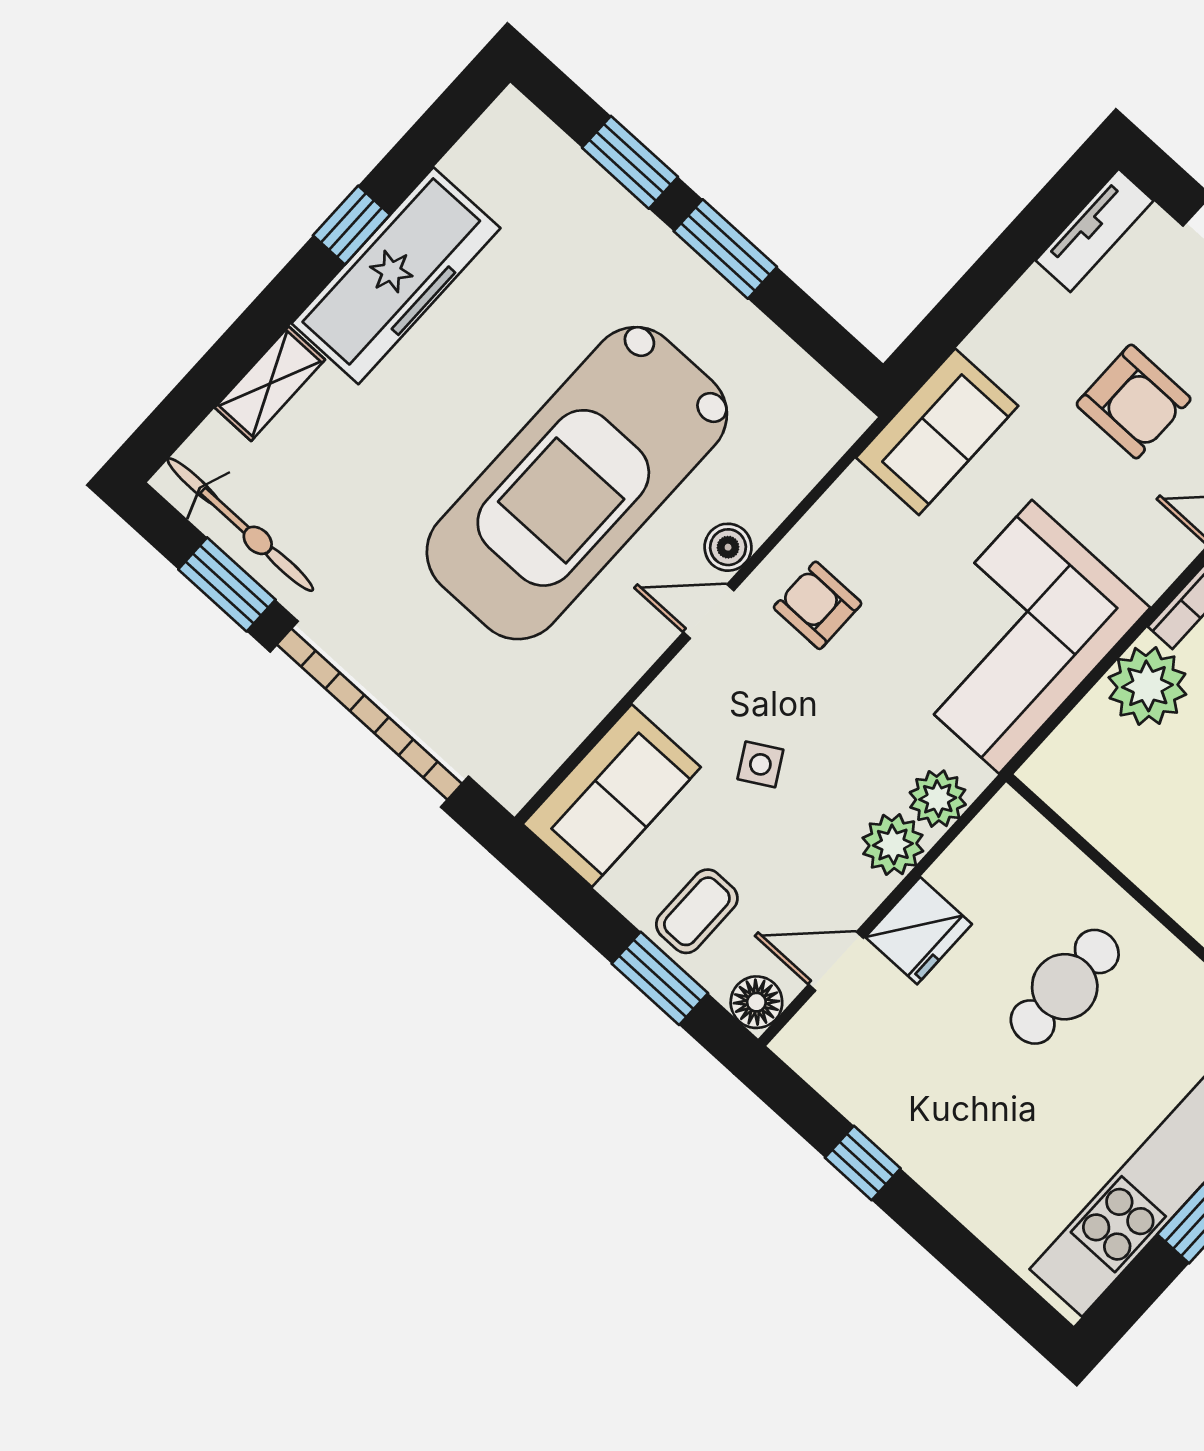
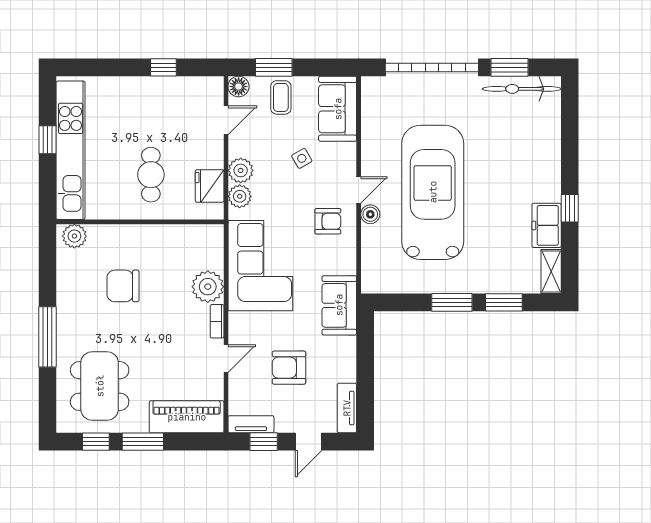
freezer: (396, 276) -> (547, 225), width x0.52, depth x0.79
shelving: (270, 384) -> (551, 272), moved
fridge: (919, 931) -> (210, 186), moved

